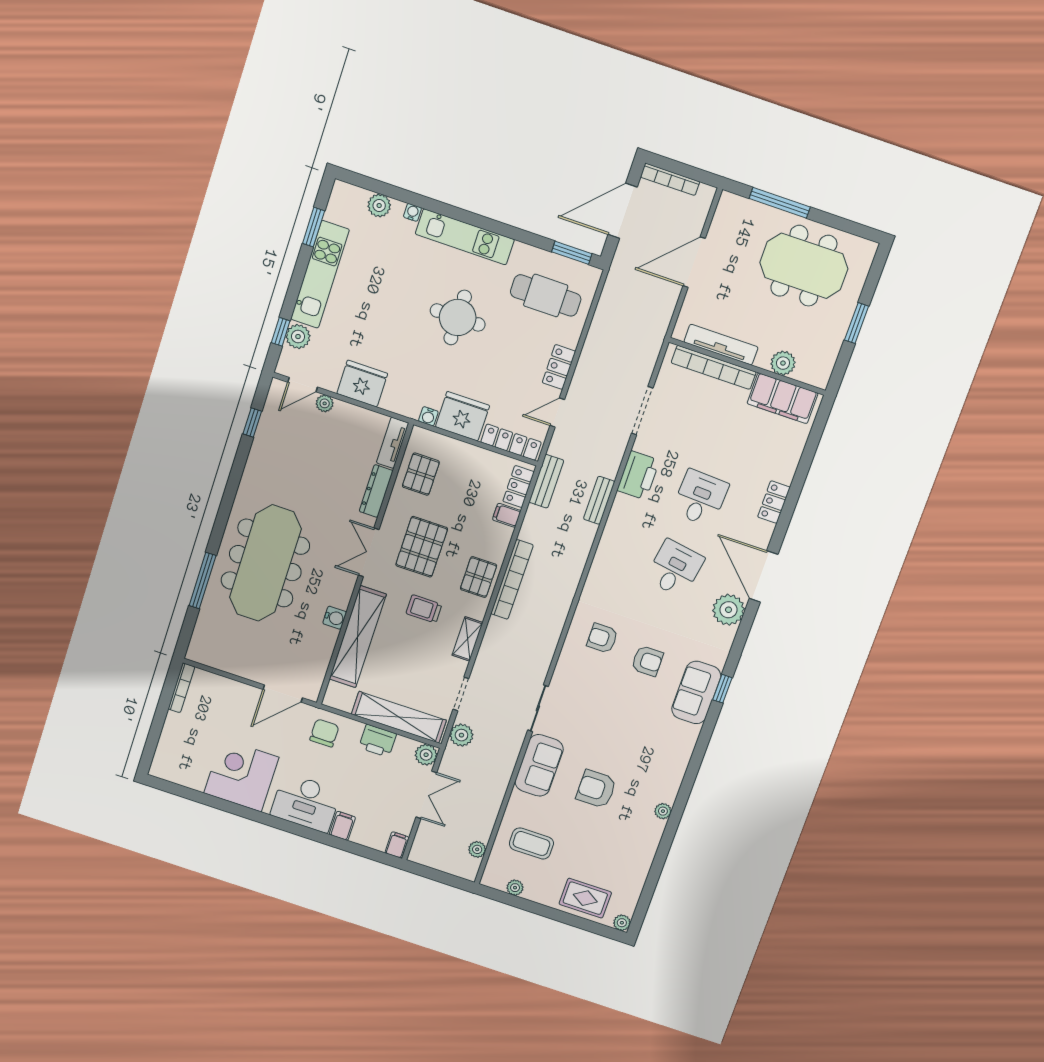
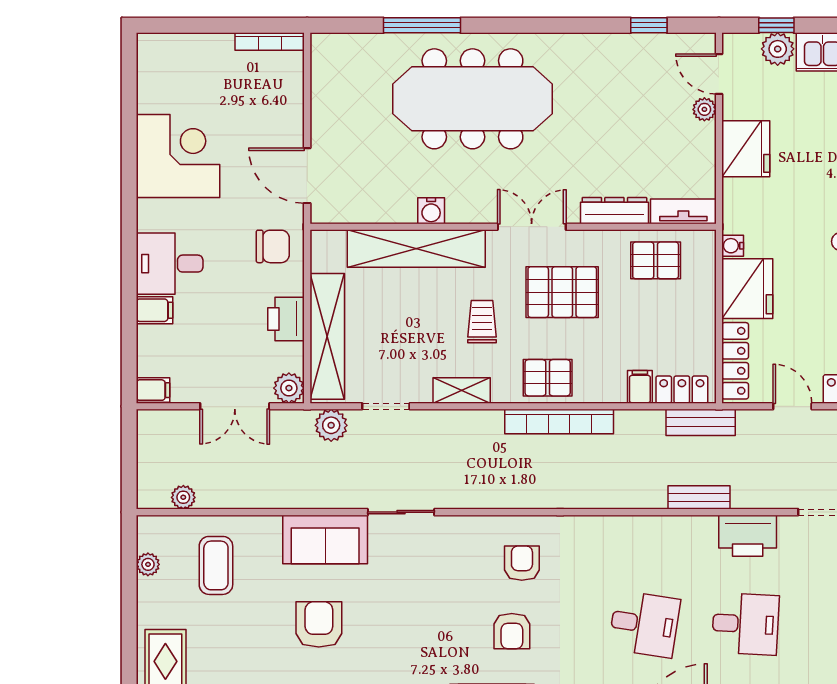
desk: (306, 803) -> (170, 264), width x0.73

